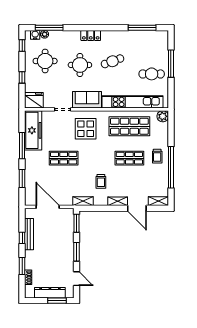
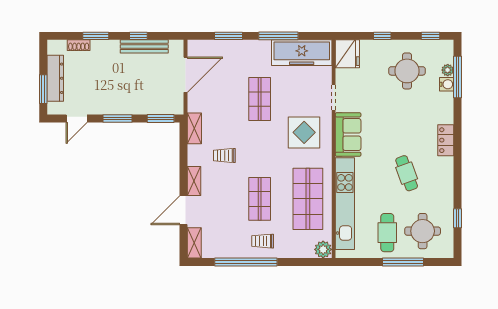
window: (142, 28) -> (457, 218), width x0.46
water cooler: (35, 35) -> (447, 84), moved
round table: (80, 65) -> (423, 231), moved

